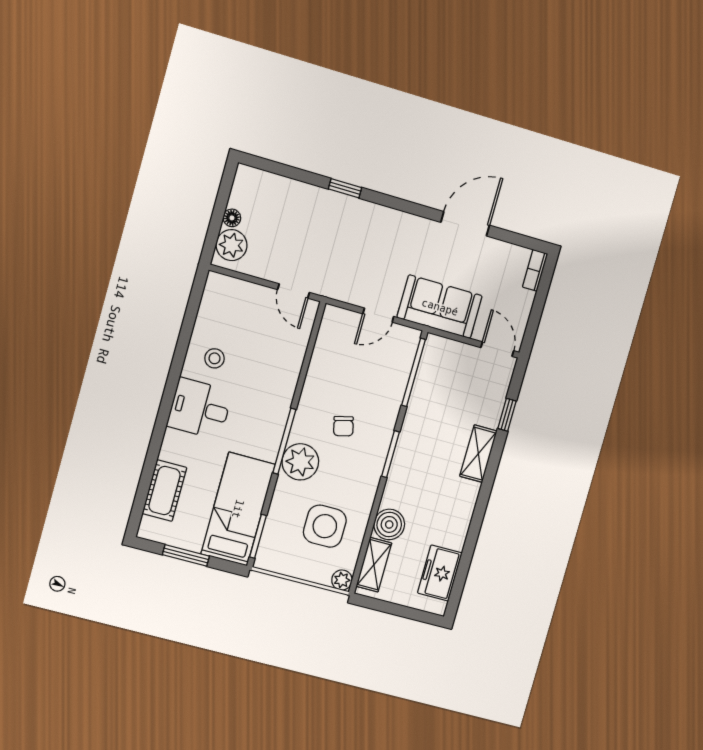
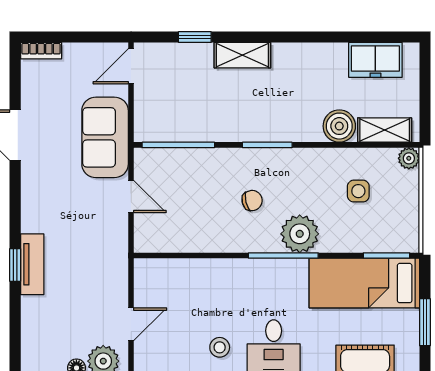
tv unit: (341, 205) -> (32, 264), added
door: (294, 291) -> (131, 324), moved
side table: (325, 526) -> (358, 191), width x0.54, depth x0.54

